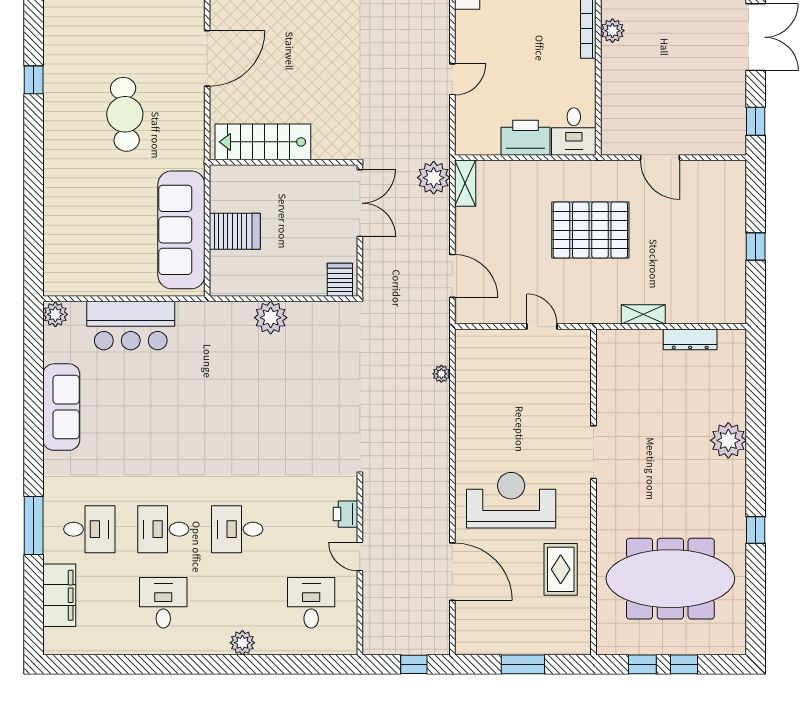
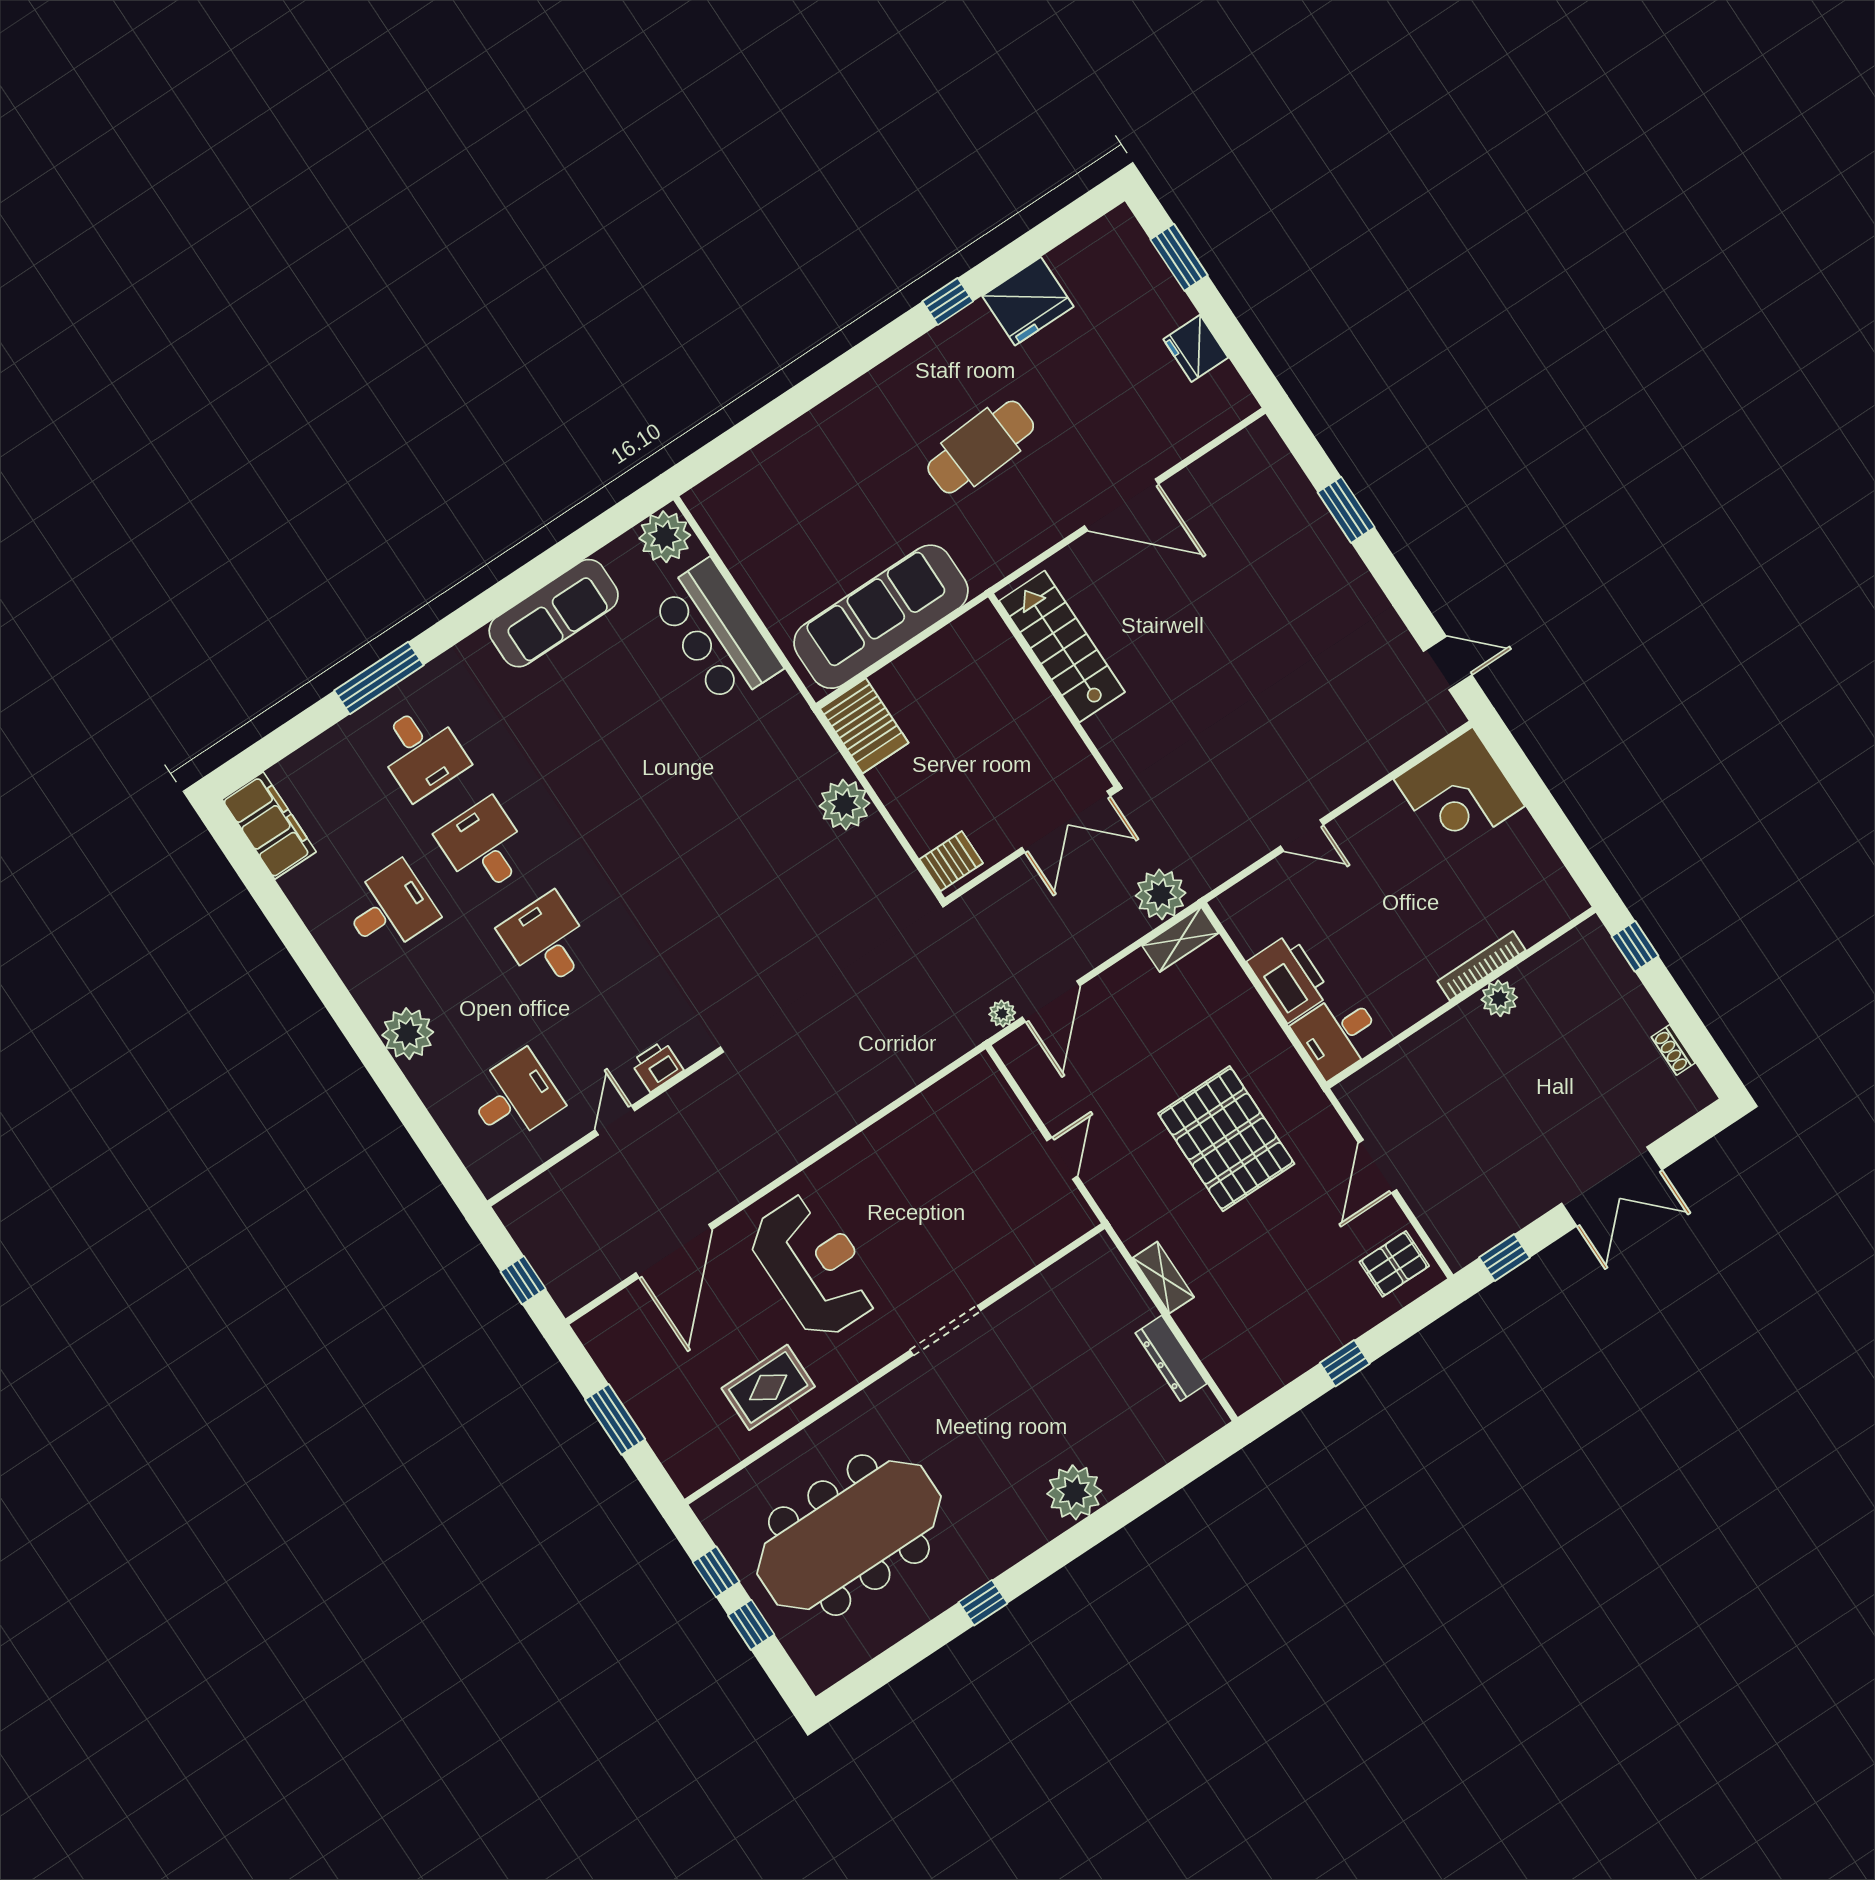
fridge: (62, 36) -> (1028, 301), added
pallet: (719, 184) -> (1394, 1264), added
server rack: (235, 231) -> (864, 726), moved
plant: (55, 314) -> (665, 537), width x1.36, depth x1.36
plant: (441, 374) -> (1002, 1014), moved
meeting table: (670, 579) -> (849, 1535), turned 90
filing cabinet: (59, 595) -> (269, 825), moved, turned -90
plant: (242, 643) -> (408, 1034), width x1.36, depth x1.36

